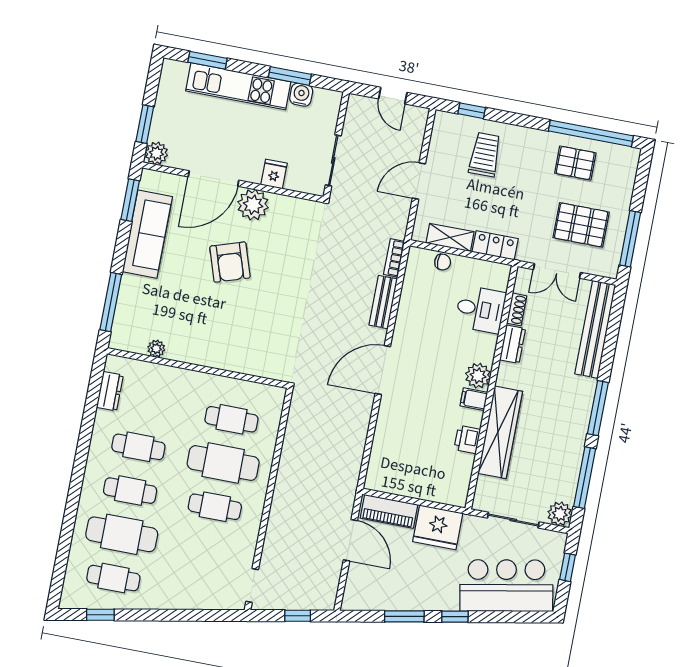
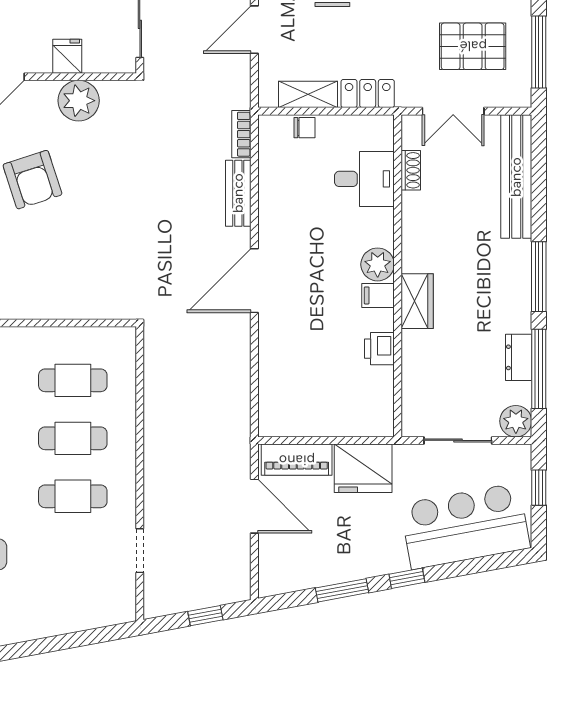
plant: (253, 205) -> (79, 101), moved
dresser: (513, 344) -> (519, 357), moved, turned 180
wardrobe: (500, 432) -> (417, 301), width x0.48, depth x0.85
cafe table: (223, 463) -> (73, 438), width x0.73, depth x0.74
doorway: (252, 586) -> (140, 551), moved

